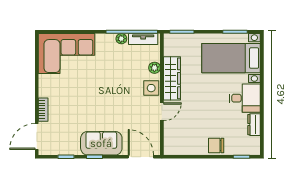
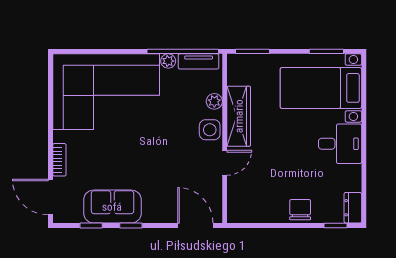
corner sofa: (67, 53) -> (106, 92), width x1.36, depth x1.36
dresser: (254, 125) -> (353, 208), moved
door: (37, 136) -> (51, 197), hinge flipped
sofa: (101, 143) -> (112, 207), moved
chair: (216, 145) -> (300, 210), turned 90

